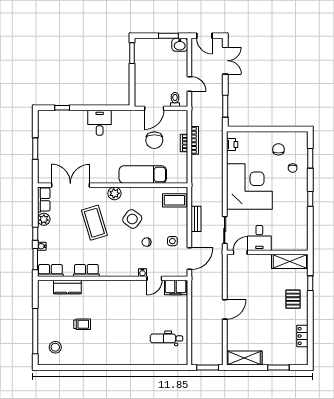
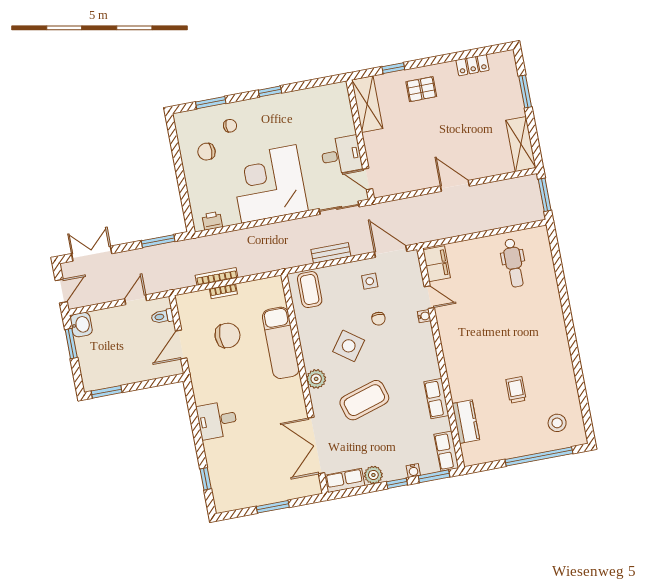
door: (154, 108) -> (181, 344), swing flipped

